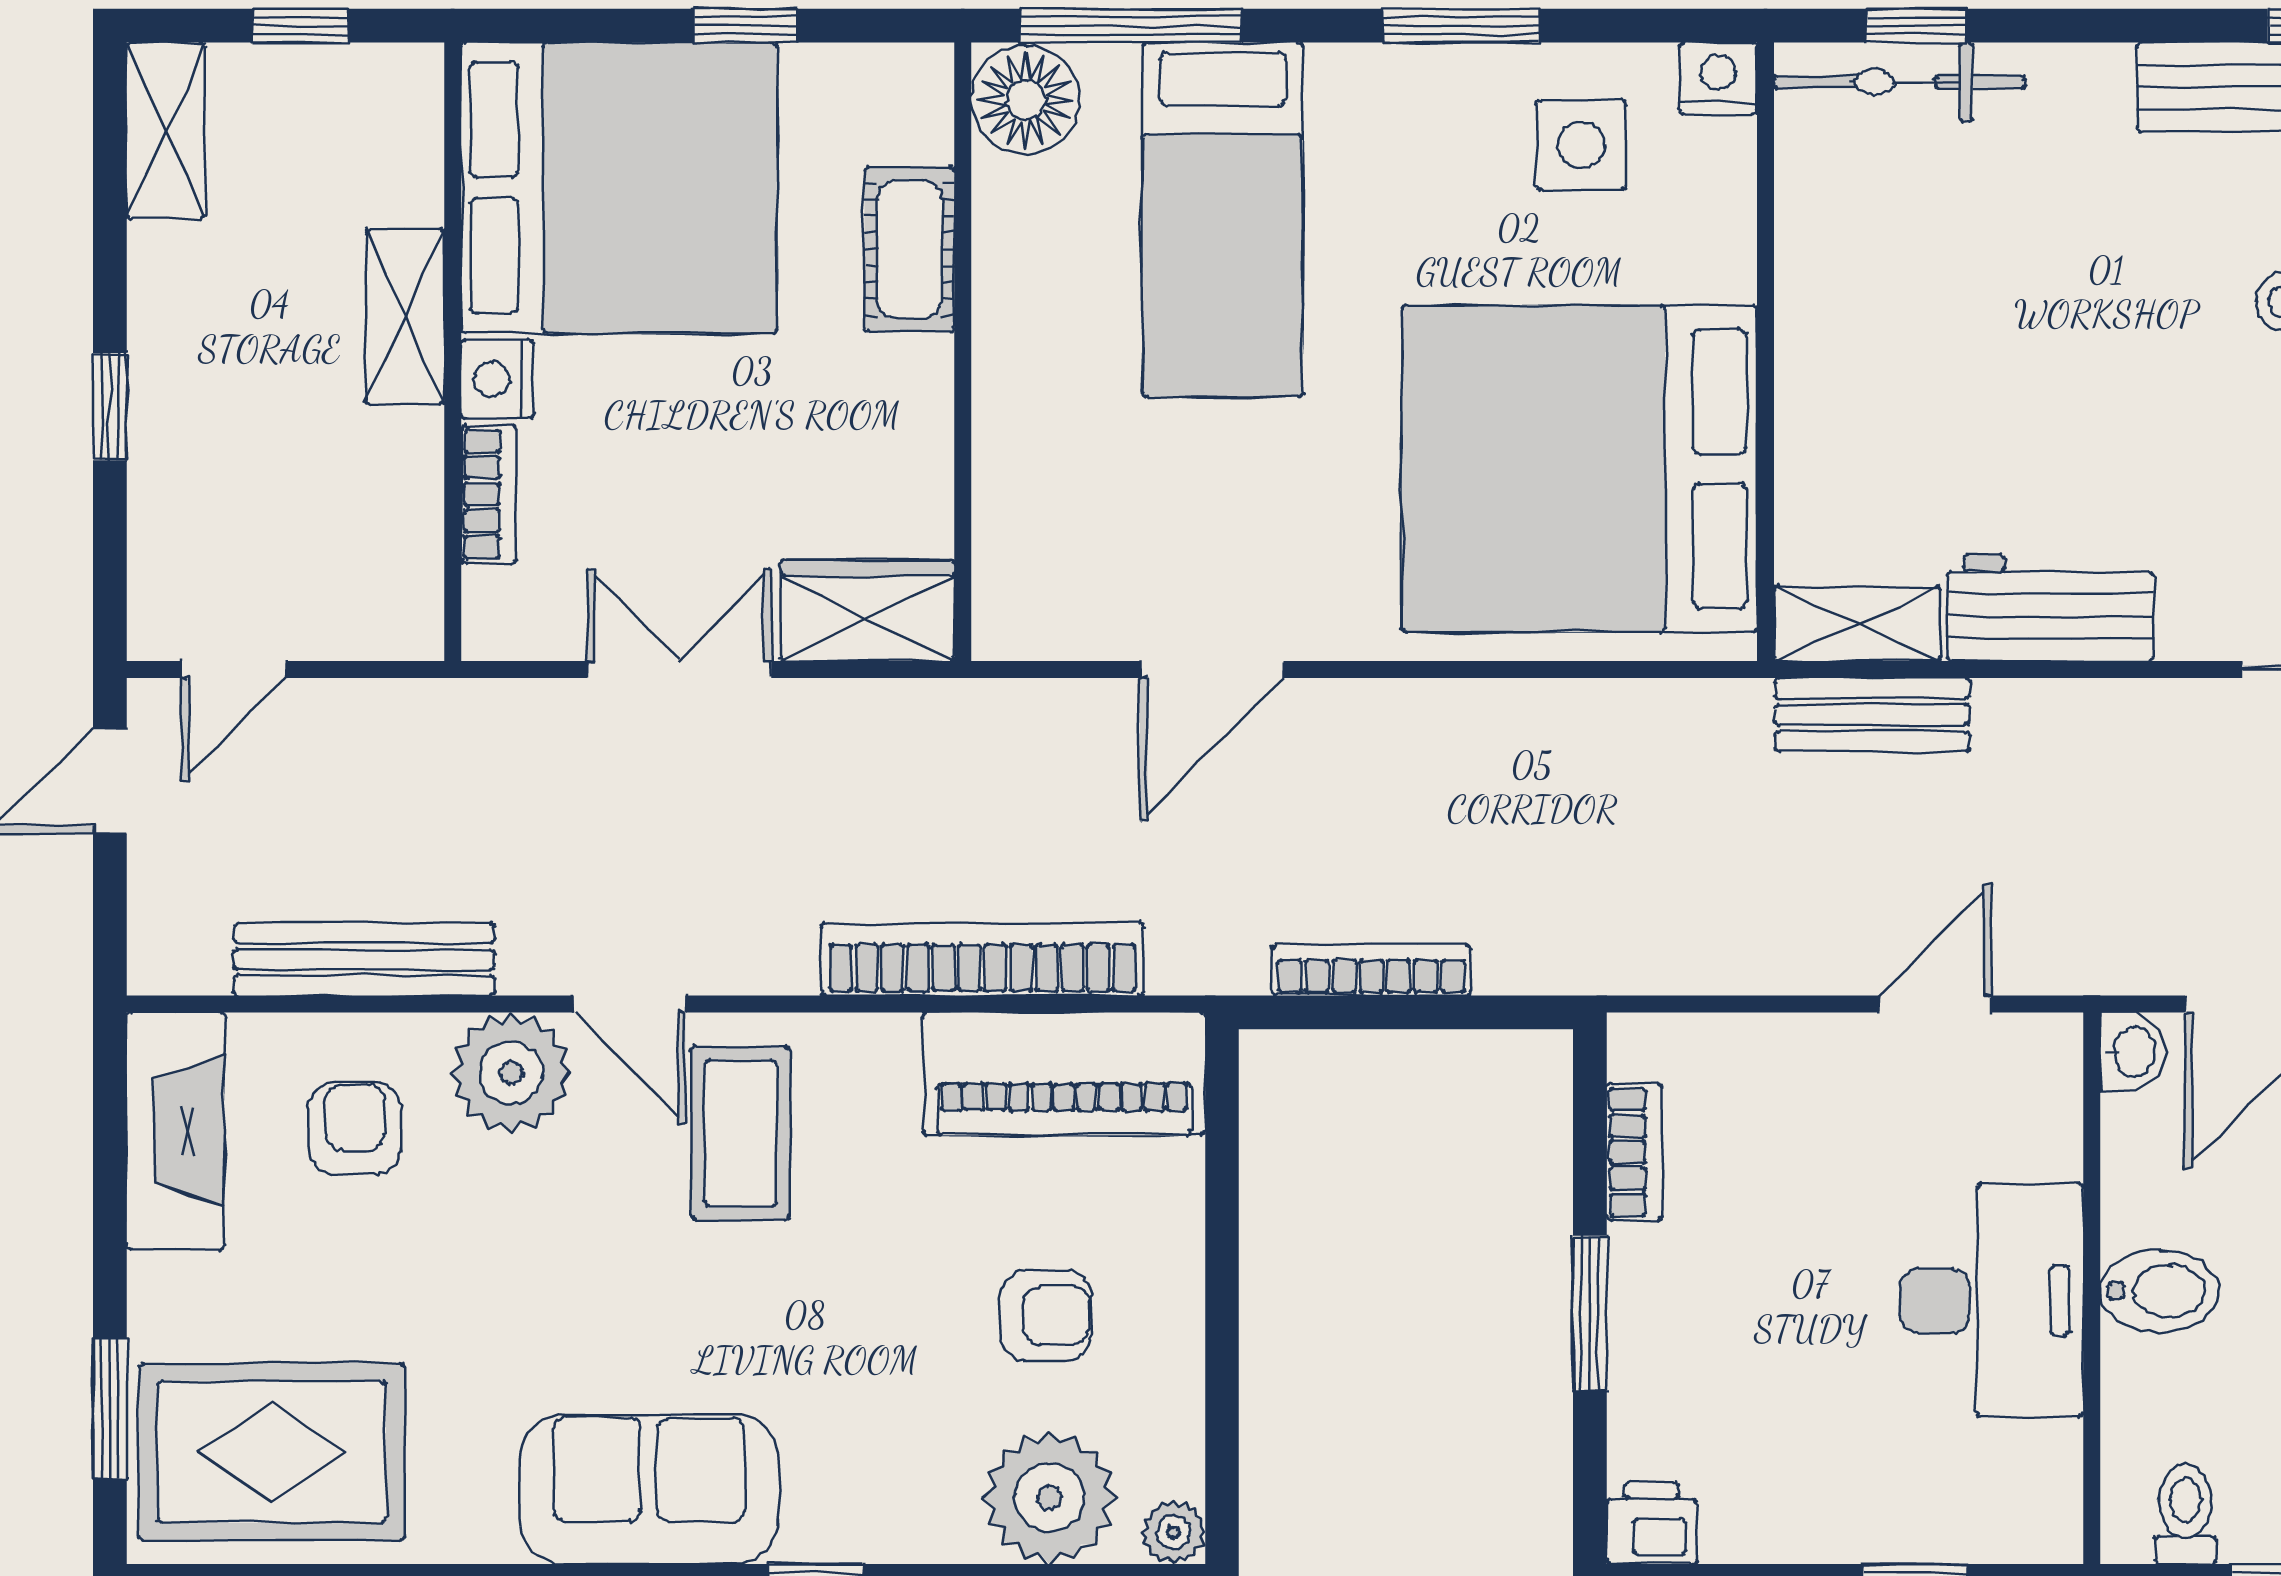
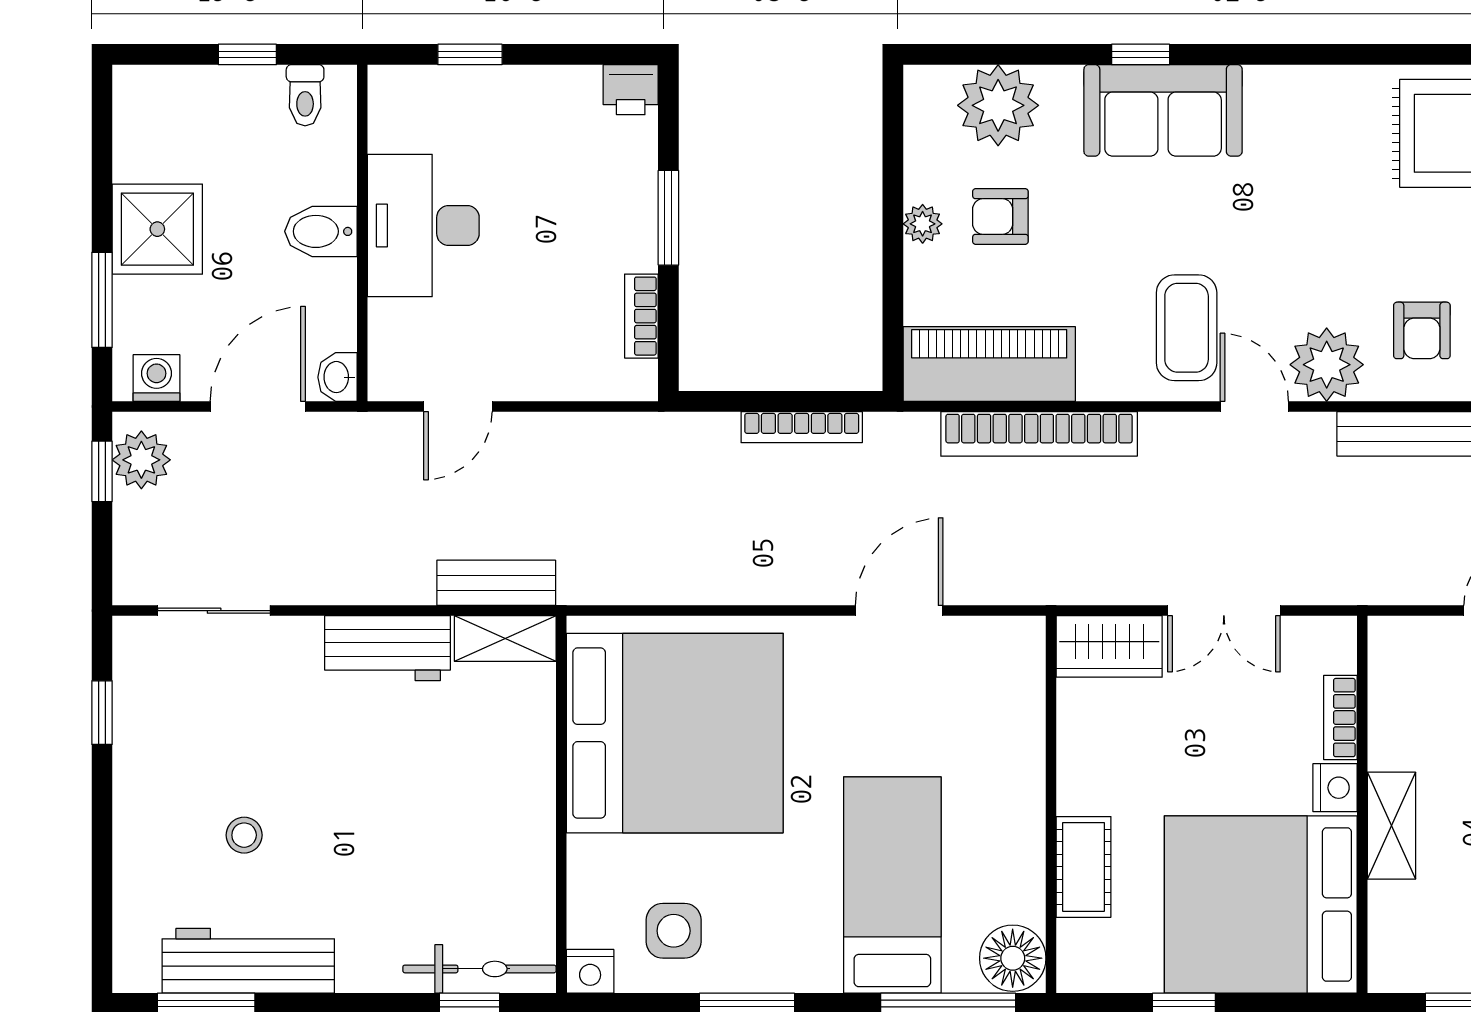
sofa: (649, 1489) -> (1163, 110), moved
plant: (1173, 1532) -> (923, 224), moved

